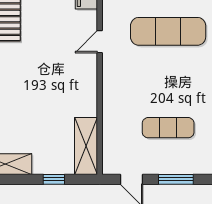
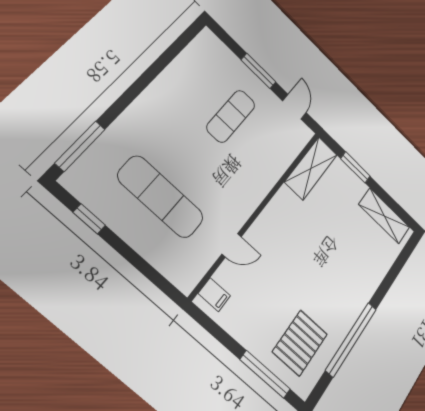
exercise mat: (168, 128) -> (231, 116), turned 90
window: (54, 179) -> (355, 167), width x1.50

